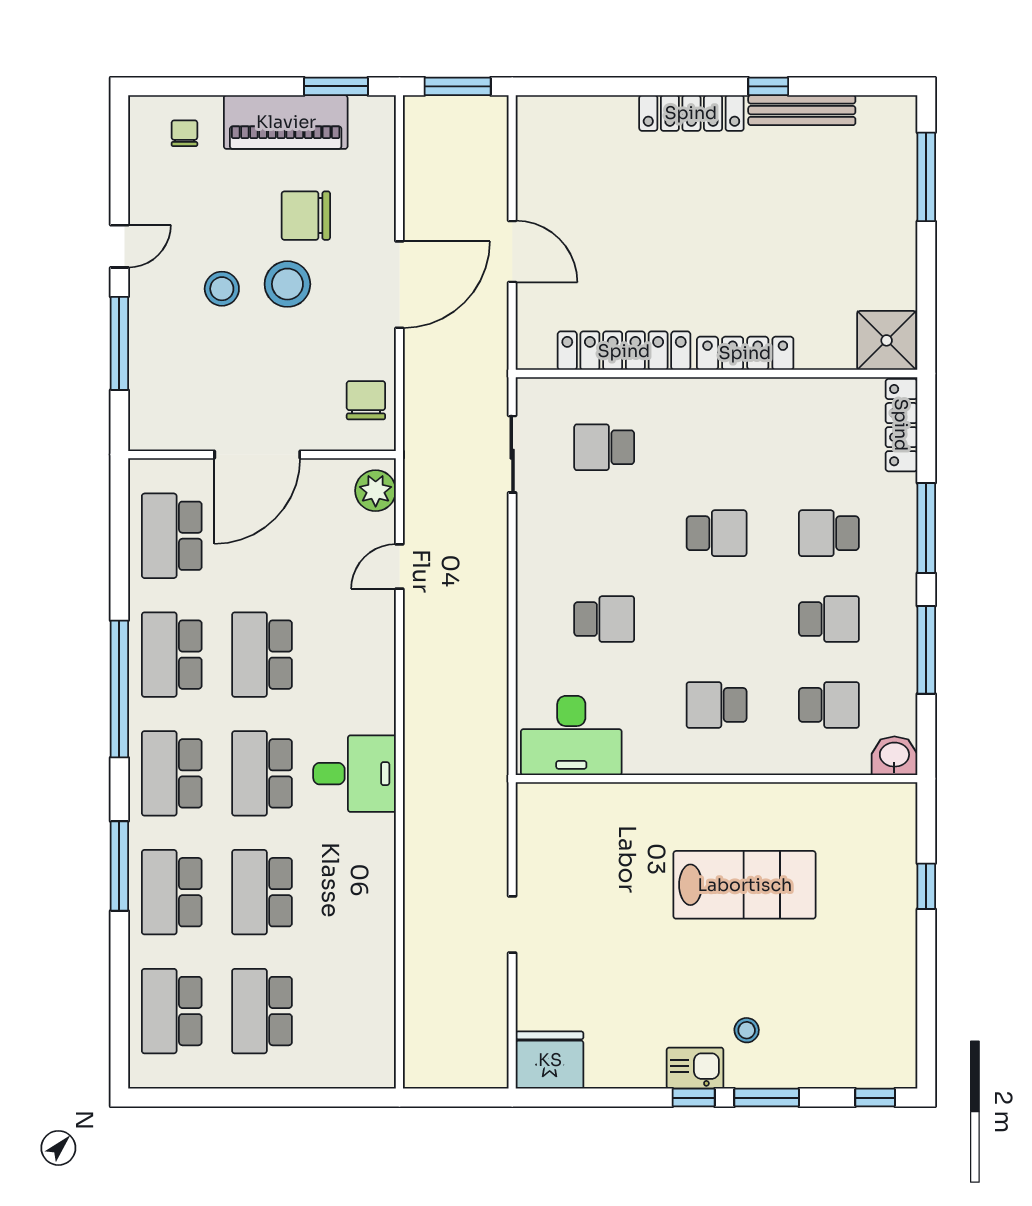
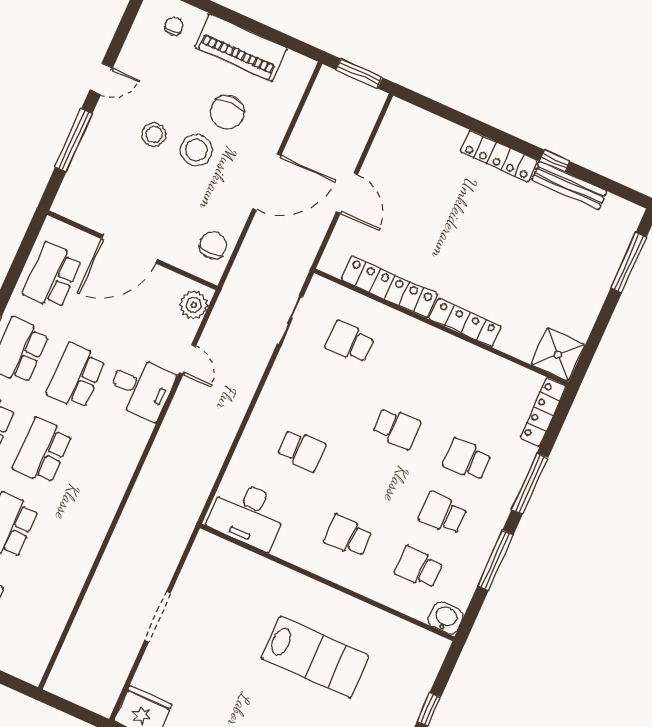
window: (336, 86) -> (283, 39), removed
chair: (306, 216) -> (227, 112), turned -90
door: (399, 566) -> (187, 359), swing flipped
school desk: (829, 619) -> (443, 514), turned 180
school desk: (829, 705) -> (419, 568), turned 180
desk: (355, 774) -> (141, 388), moved
doorway: (512, 924) -> (158, 617), width x1.38

